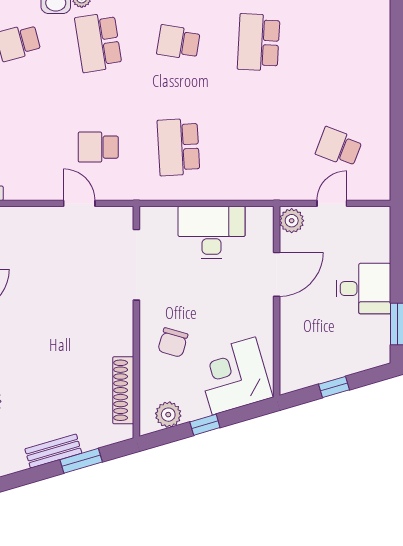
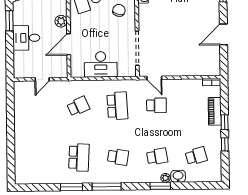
school desk: (98, 42) -> (157, 156), width x0.54
school desk: (339, 147) -> (78, 106), moved, turned -45
door: (79, 203) -> (154, 78), moved
plant: (292, 221) -> (61, 21), moved

